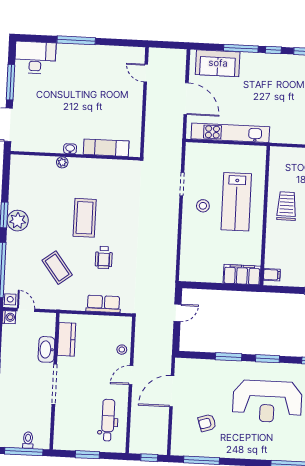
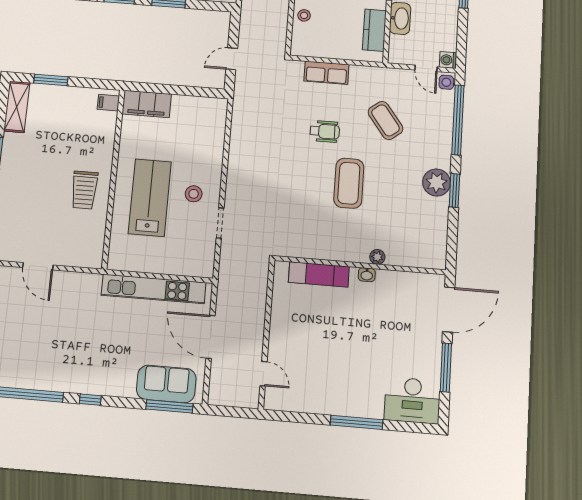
window: (241, 48) -> (169, 406), moved
wheelchair: (104, 257) -> (325, 131), turned 90

